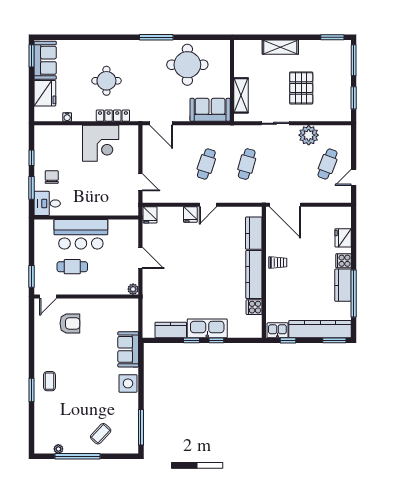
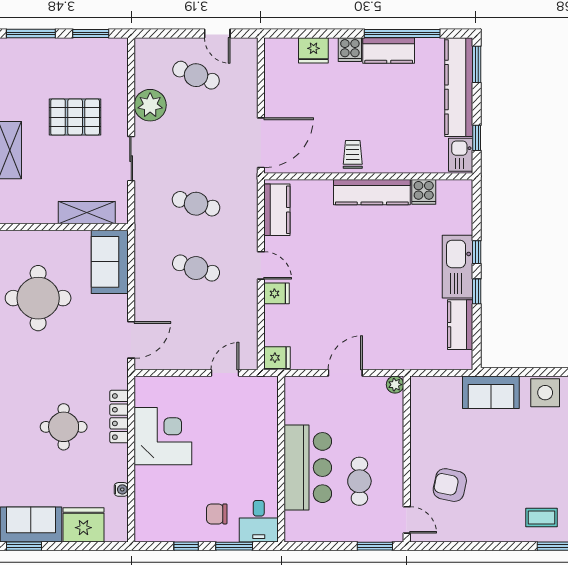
kitchen counter: (254, 233) -> (277, 210), moved, turned -90
armchair: (70, 323) -> (450, 485), turned -78

